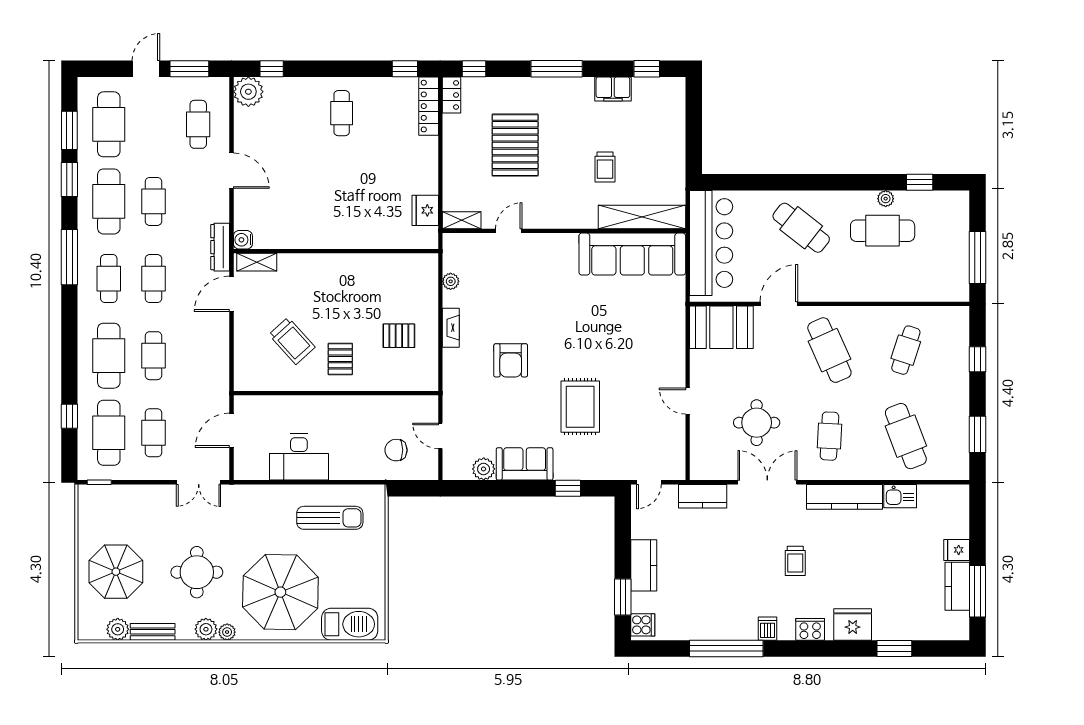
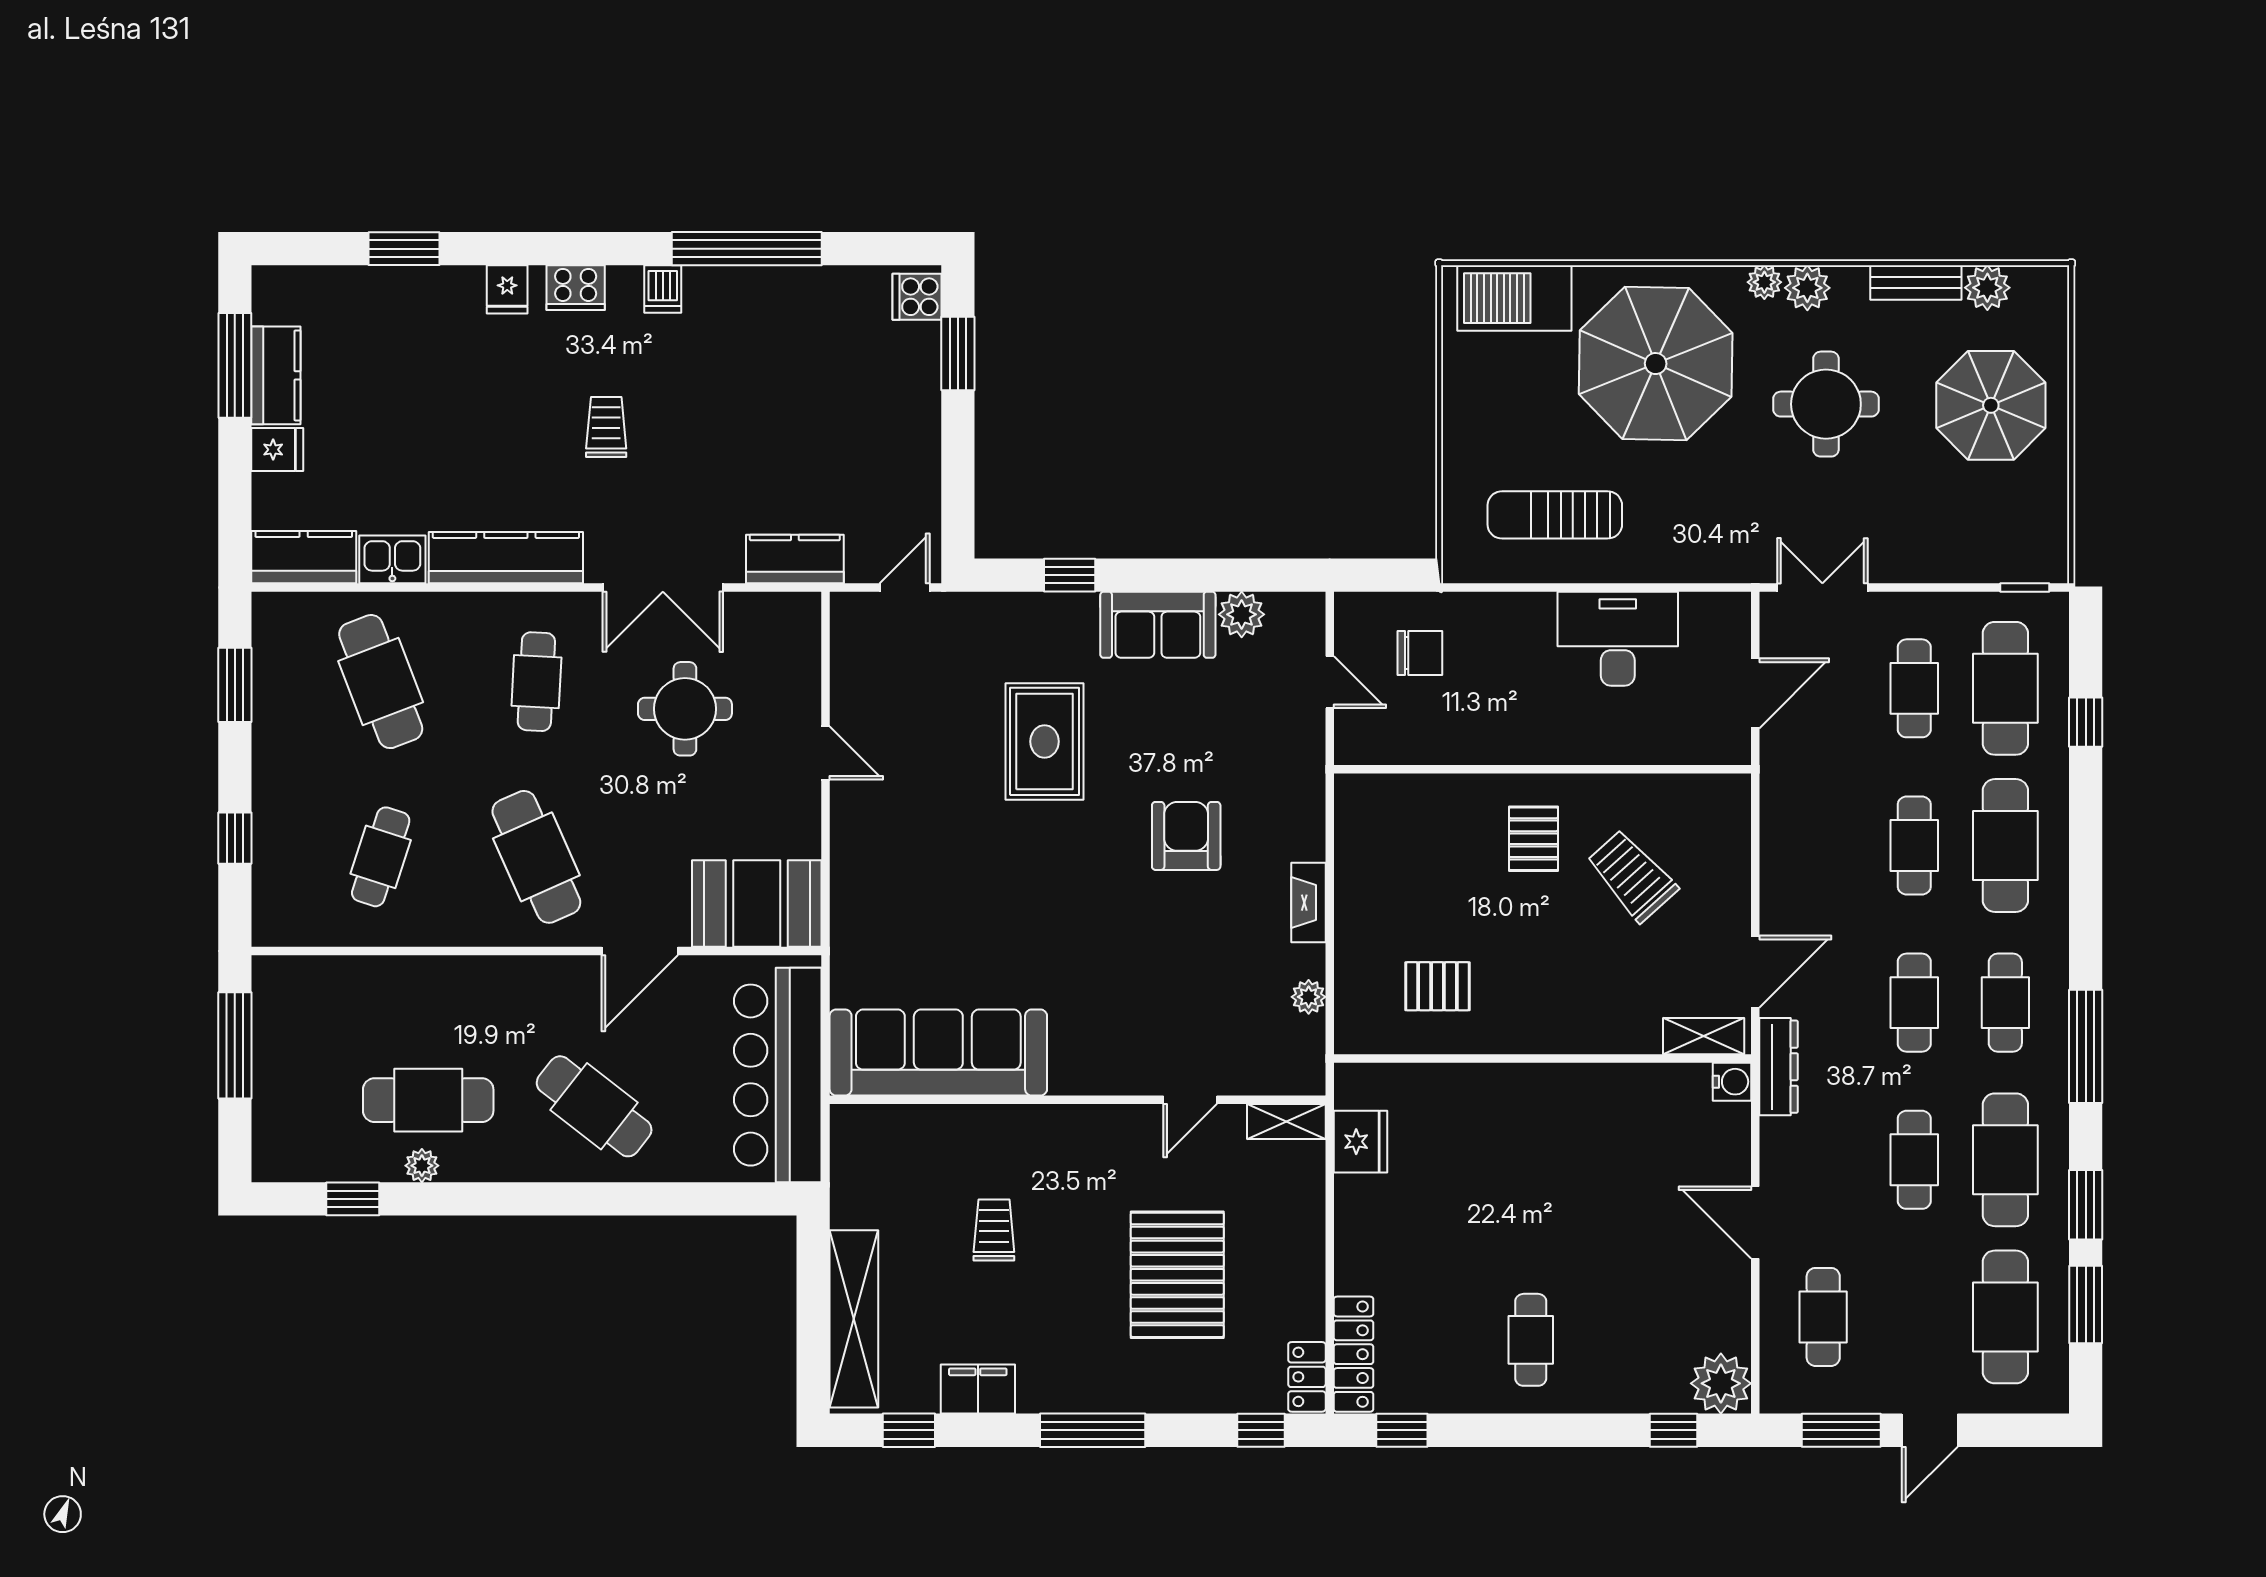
shelving: (642, 217) -> (854, 1319), moved, turned 90
pallet: (399, 336) -> (1437, 986), moved
kitchen counter: (644, 565) -> (304, 557), moved, turned 90
fridge: (853, 624) -> (507, 289), width x0.53, depth x0.75

